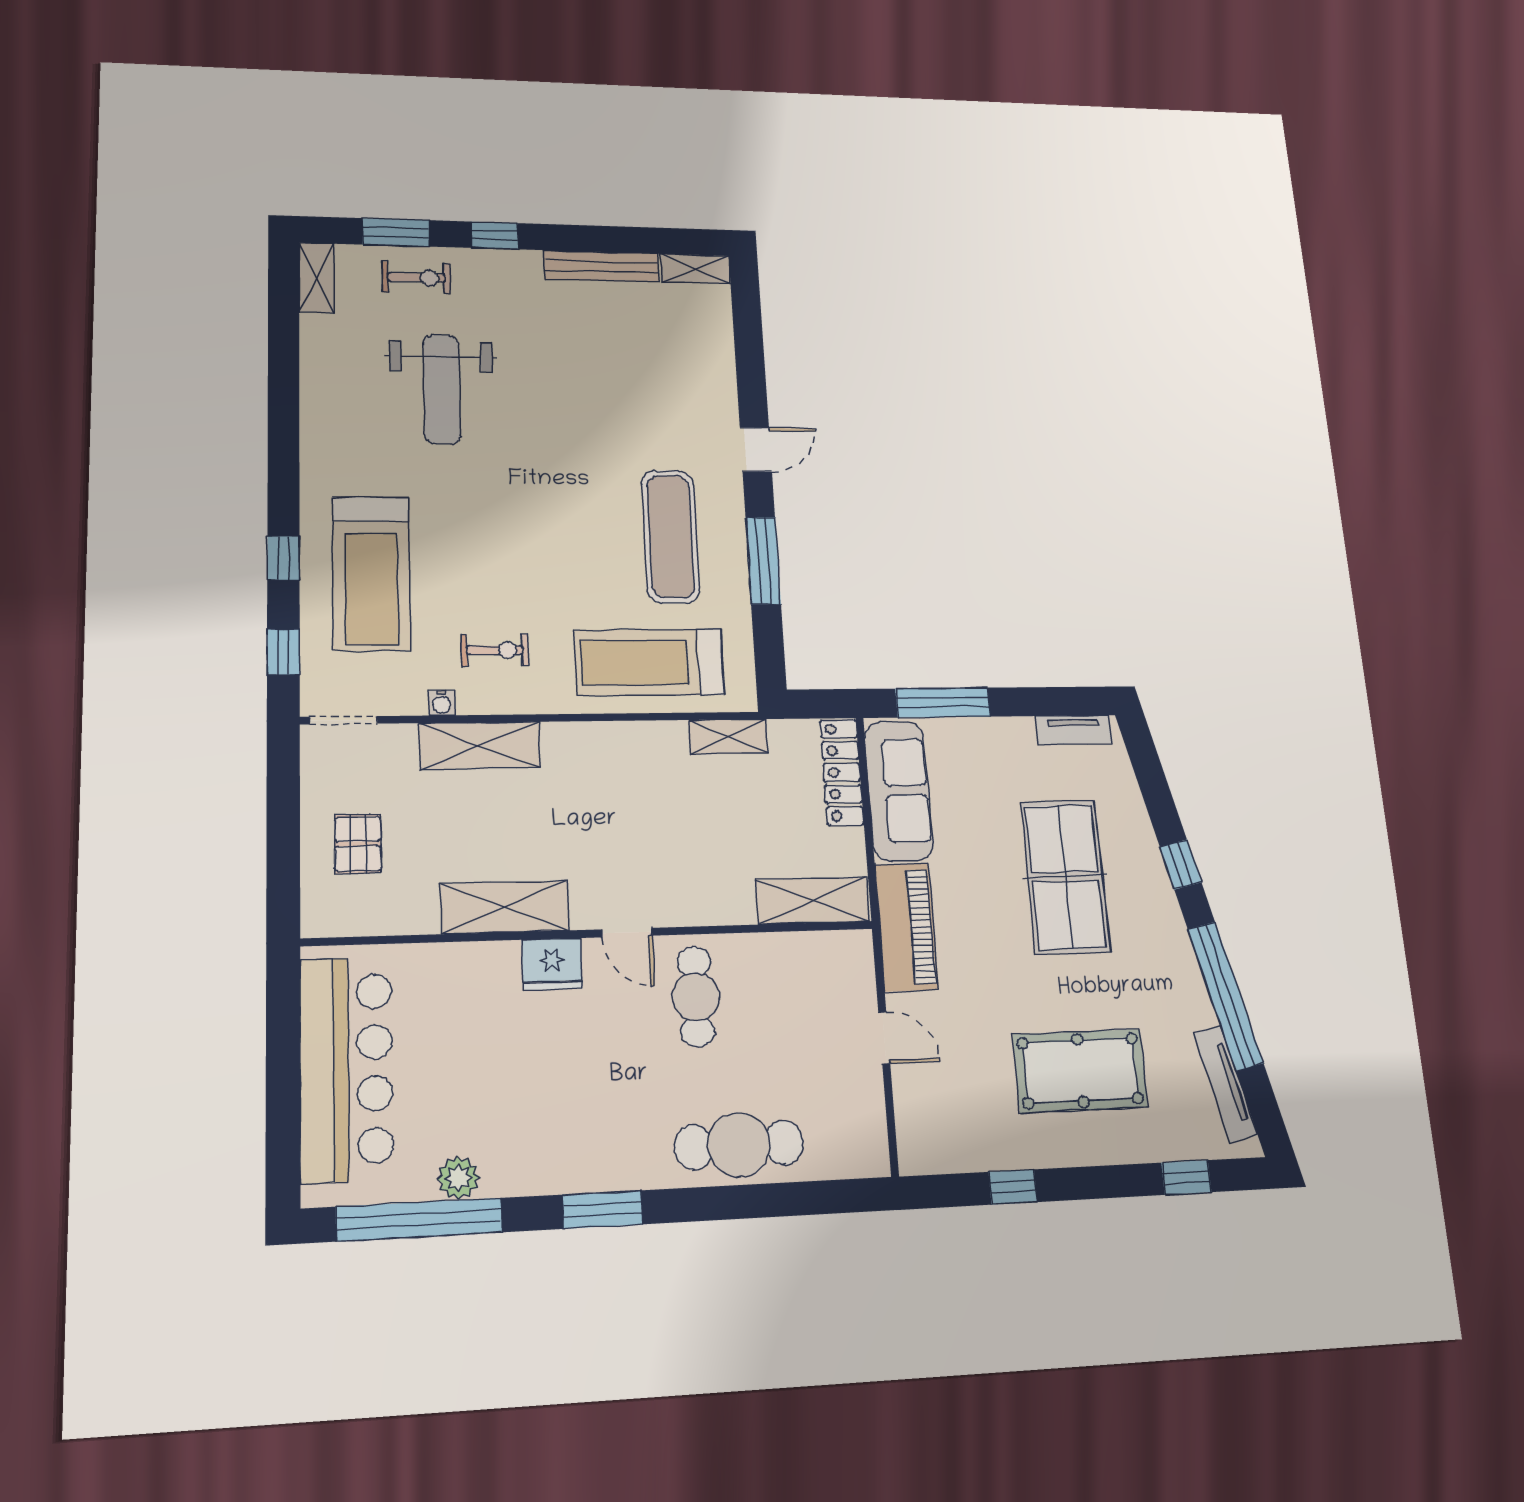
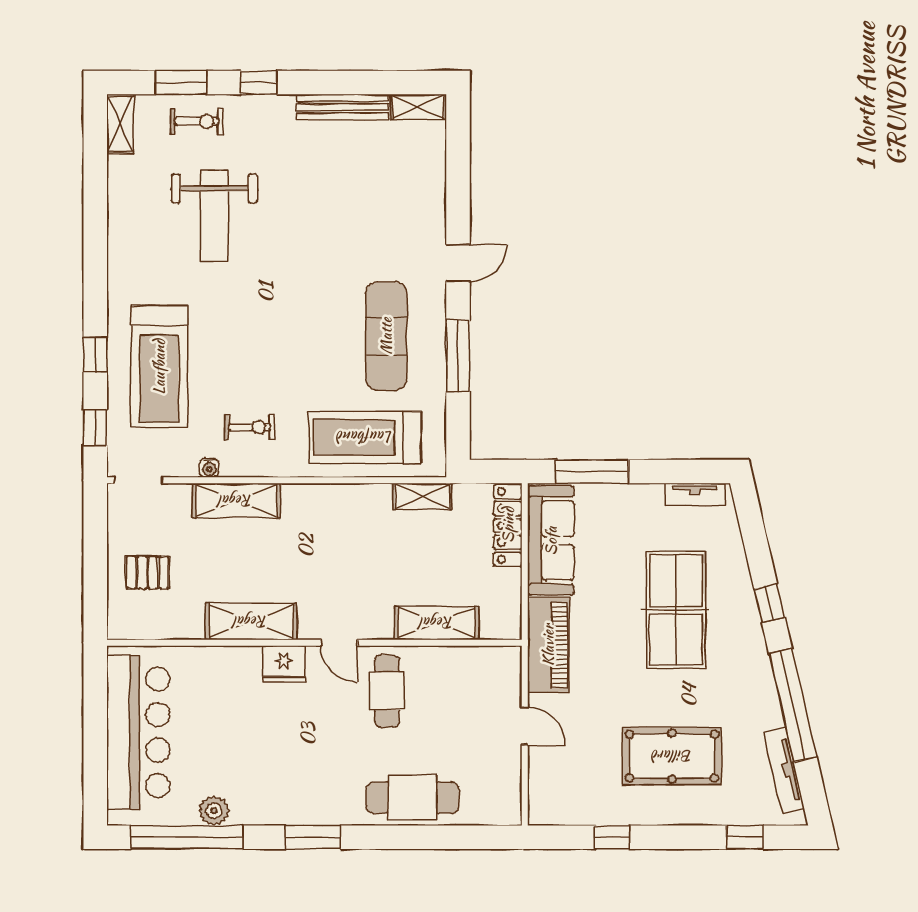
pallet: (358, 844) -> (148, 573), turned 90
shelving: (813, 901) -> (437, 623), moved

